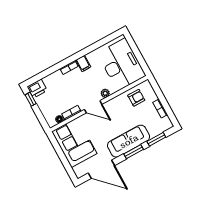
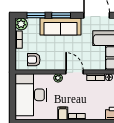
plant: (166, 124) -> (21, 24), added

